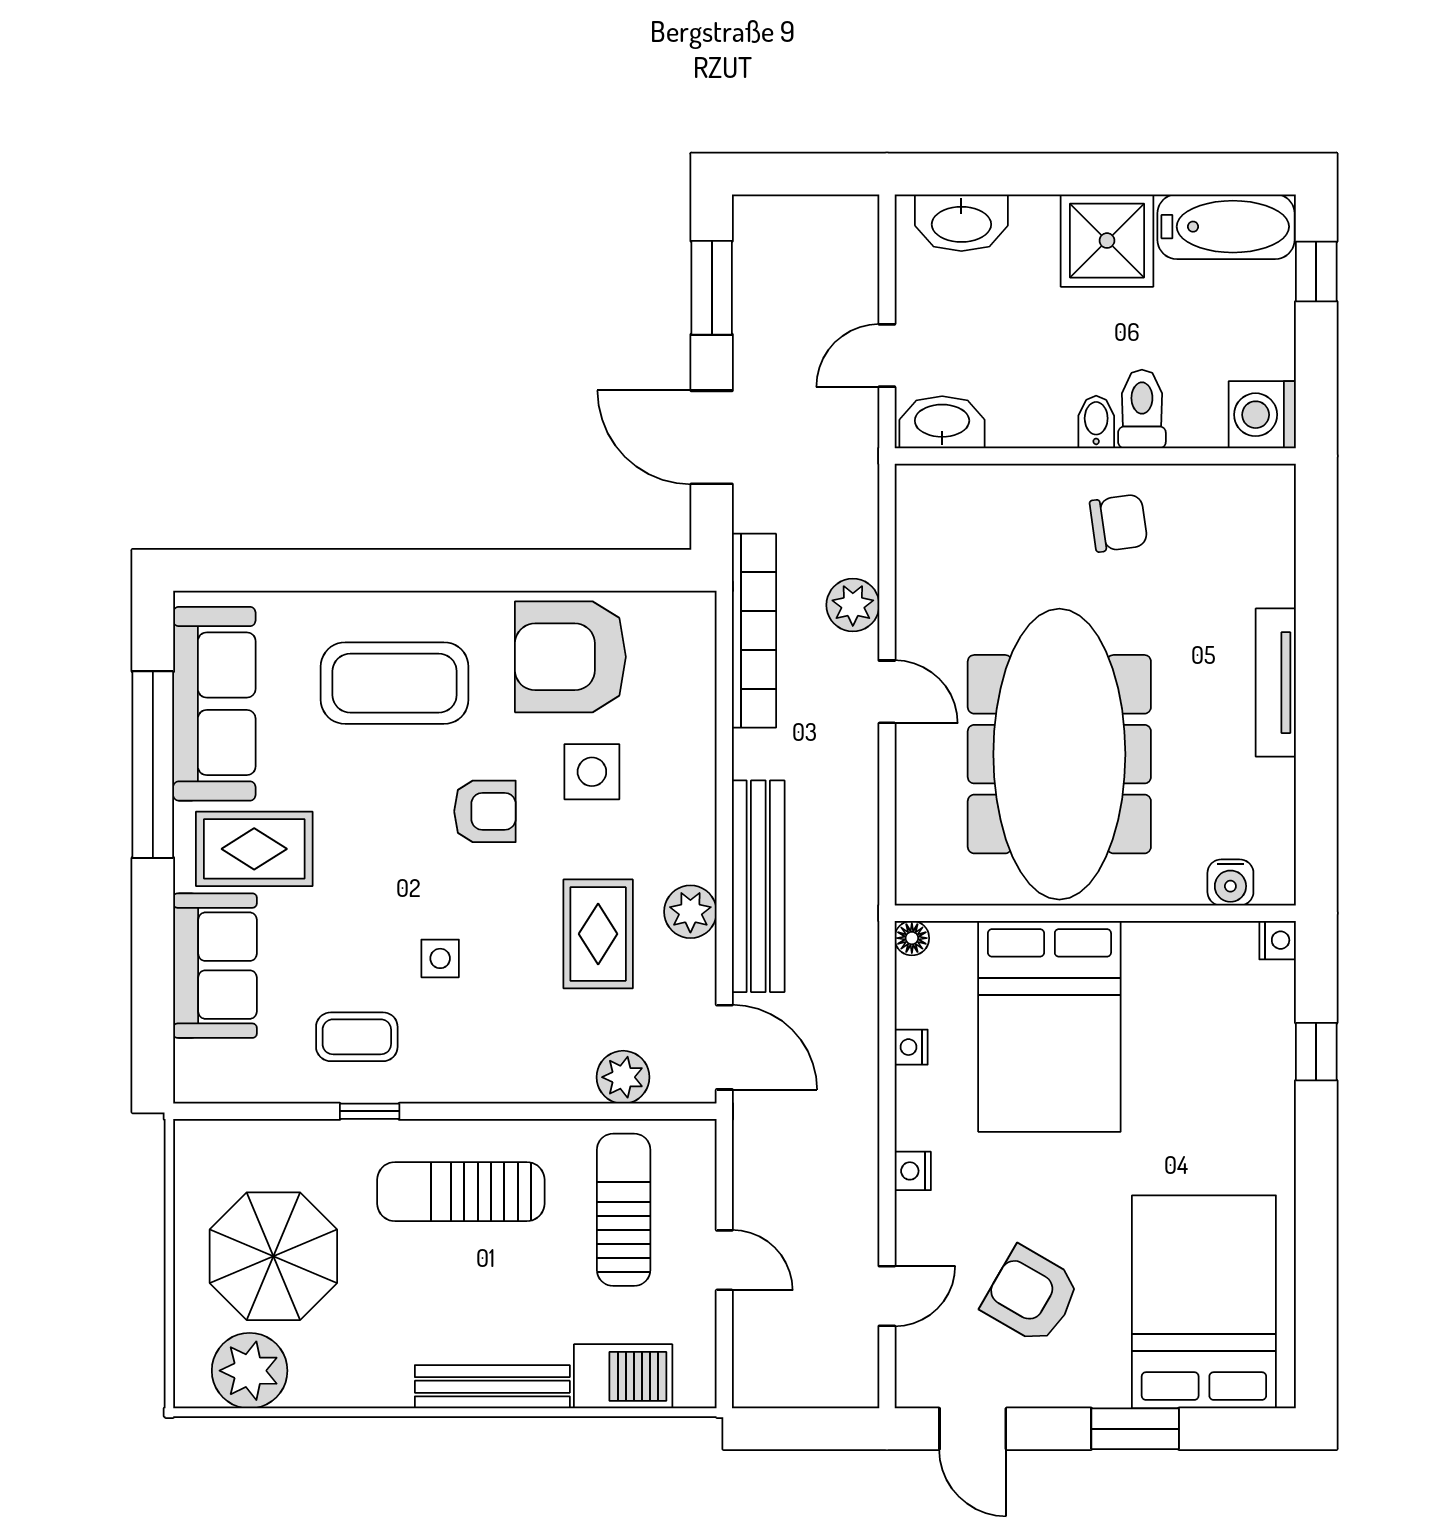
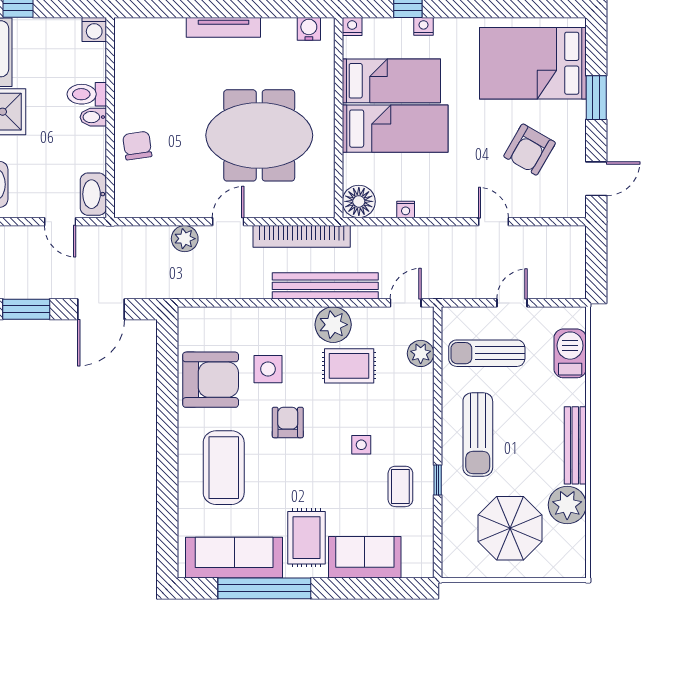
washing machine: (1262, 415) -> (94, 29), width x0.73, depth x0.73
chair: (1119, 523) -> (137, 146), moved
bookcase: (754, 631) -> (302, 236), moved, turned 180
armchair: (570, 657) -> (211, 380), turned -90
meeting table: (1059, 754) -> (259, 135), width x0.73
water cooler: (1230, 882) -> (309, 29), moved, turned -90
plant: (690, 912) -> (333, 325), width x1.36, depth x1.36
floor lamp: (912, 938) -> (359, 201), width x1.89, depth x1.89
bed: (1169, 1019) -> (391, 81), added
bed: (1049, 1026) -> (395, 129), width x0.67
door: (724, 1047) -> (406, 303), width x0.73
nightstand: (913, 1171) -> (424, 26), moved, turned 180
door: (887, 1296) -> (493, 222), moved
plant: (250, 1371) -> (567, 505), moved
bench: (492, 1387) -> (575, 445), moved

